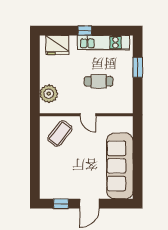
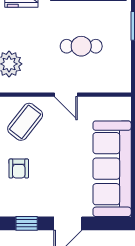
armchair: (55, 166) -> (19, 169), added

